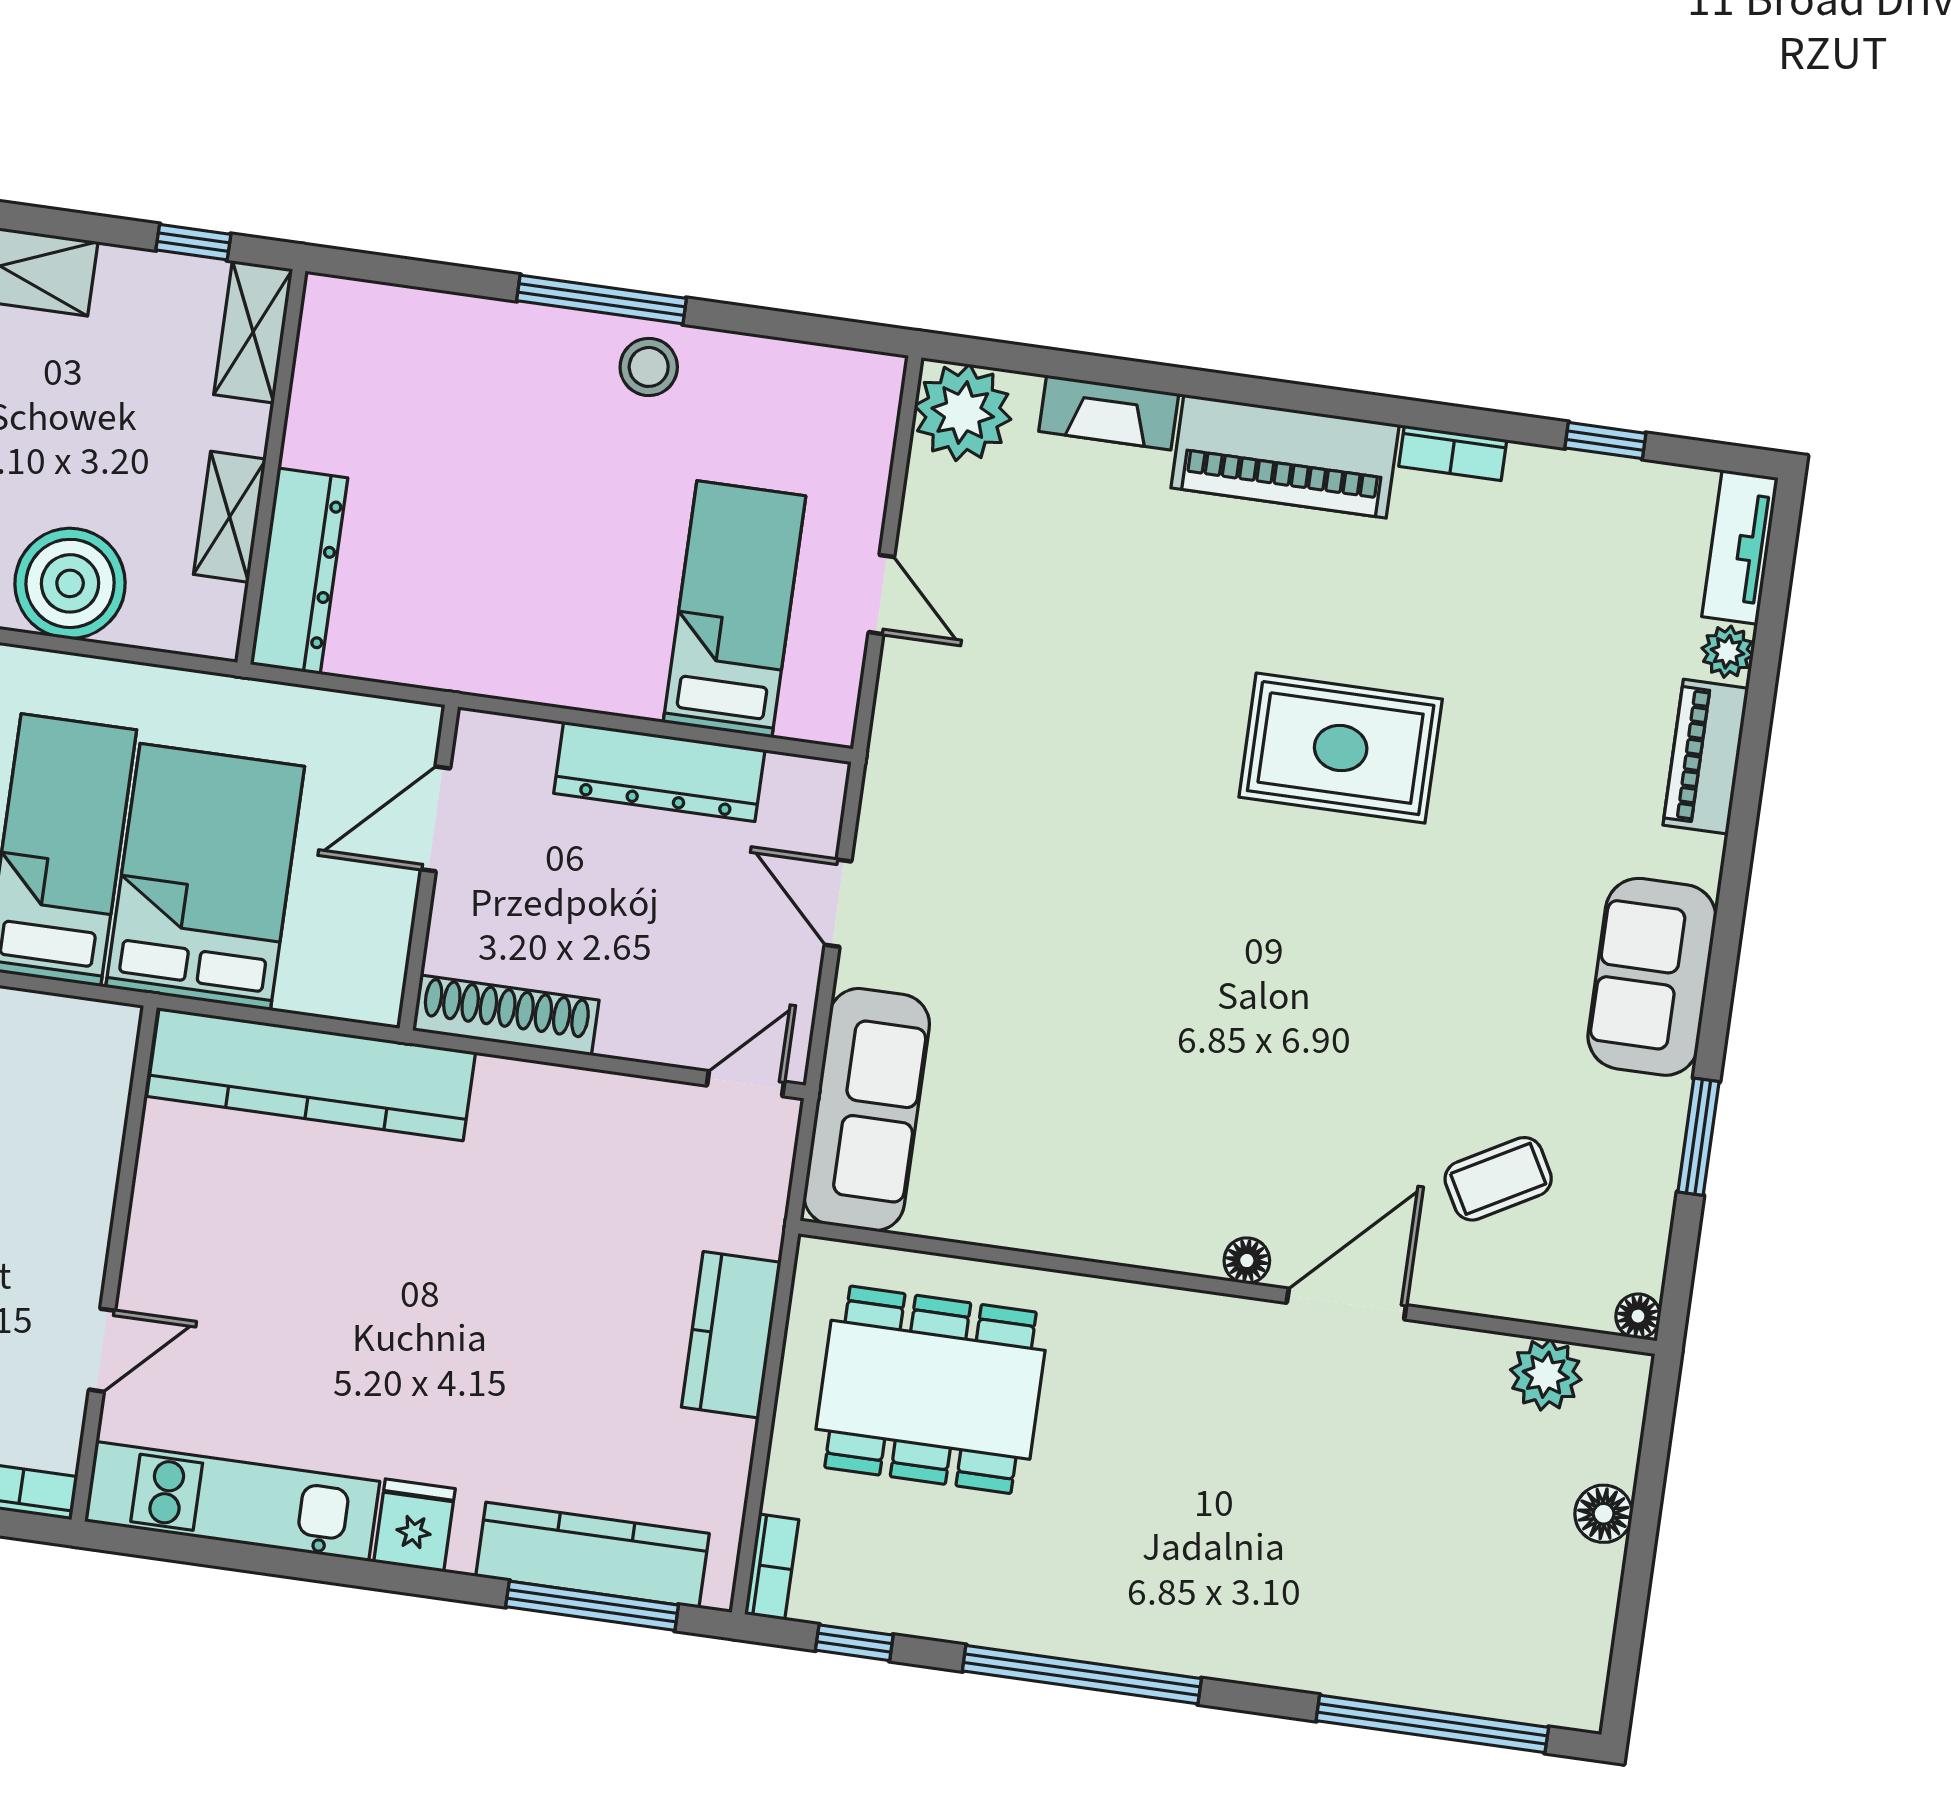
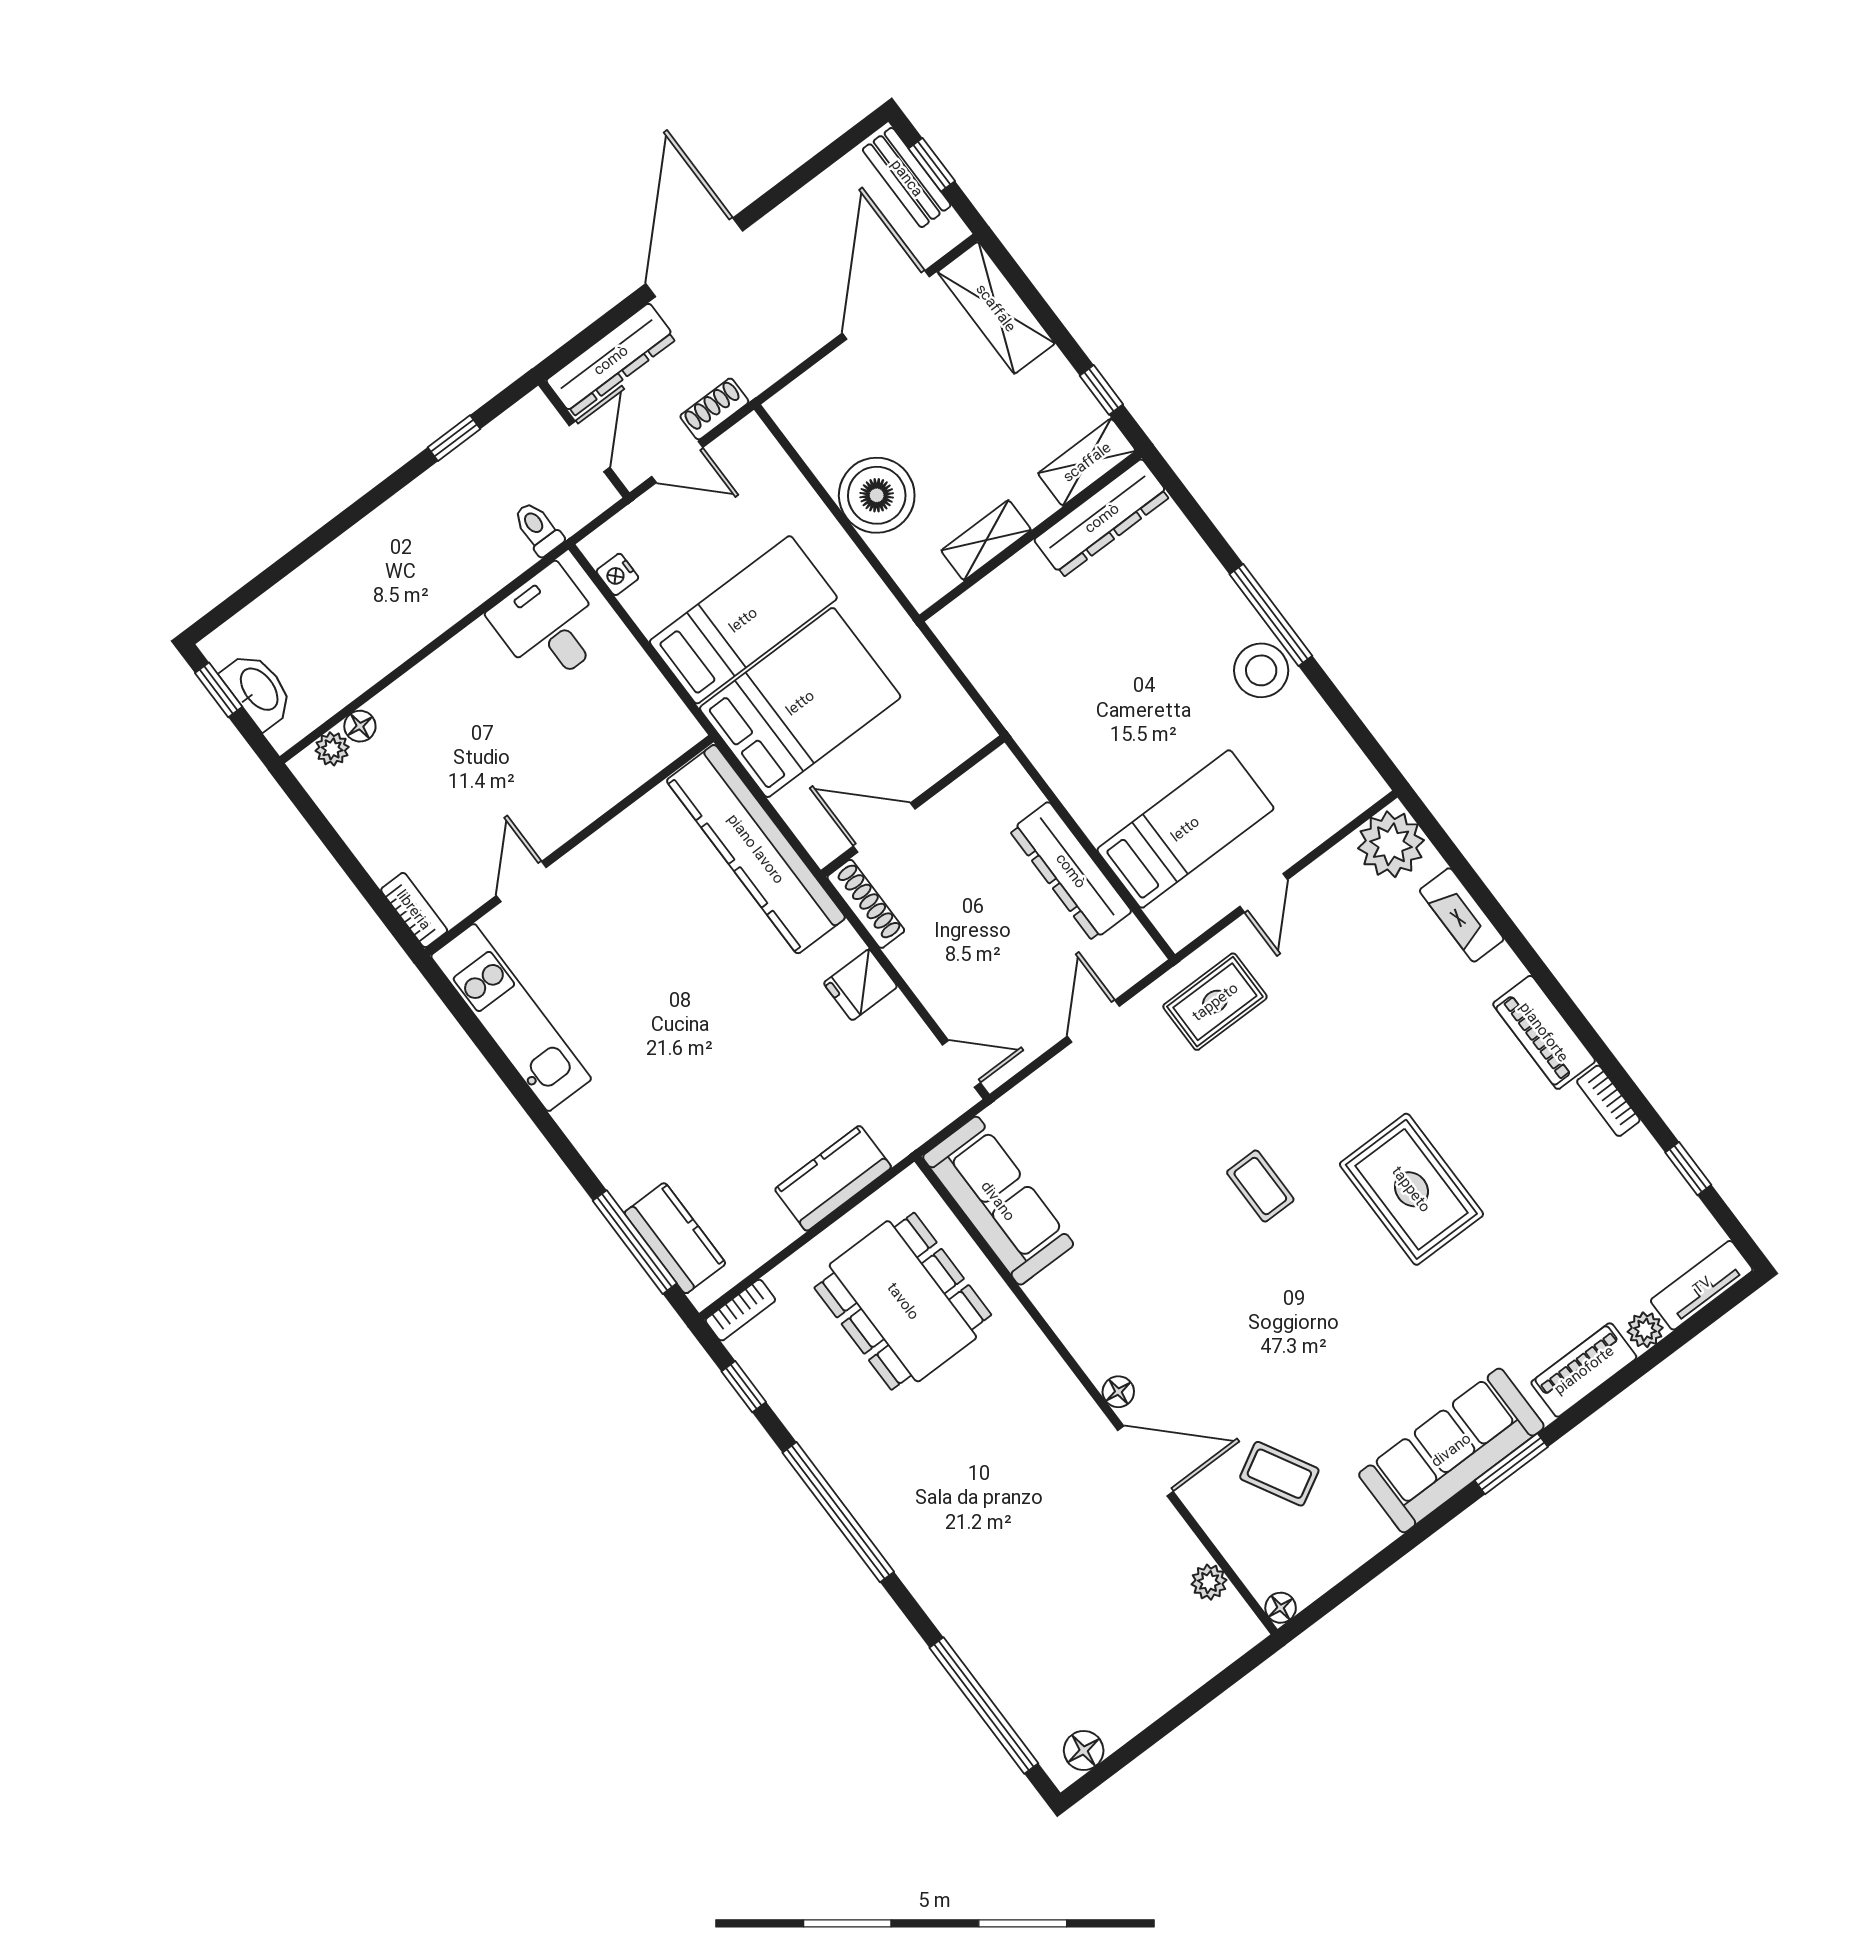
stool: (649, 367) -> (1261, 670), width x1.38, depth x1.38
piano: (1285, 456) -> (1544, 1032), width x0.73, depth x0.75
dresser: (299, 571) -> (1102, 518), moved
rug: (944, 757) -> (1215, 1002), added
door: (436, 819) -> (884, 828), moved
coffee table: (1181, 901) -> (1260, 1186), added
sofa: (1652, 977) -> (1451, 1450), width x1.36
shoe rack: (506, 1015) -> (866, 904), width x0.74, depth x0.81
sofa: (867, 1110) -> (998, 1201), moved, turned -90
window: (1699, 1137) -> (1511, 1464), moved
door: (102, 1350) -> (521, 881), swing flipped
plant: (1546, 1375) -> (1209, 1582), width x0.73, depth x0.73
floor lamp: (1604, 1514) -> (1084, 1751), moved
fridge: (414, 1525) -> (860, 985), moved, turned 180
kitchen counter: (592, 1555) -> (675, 1238), width x0.67

